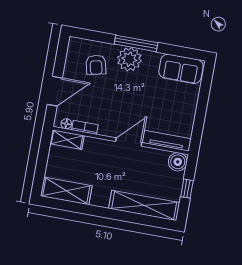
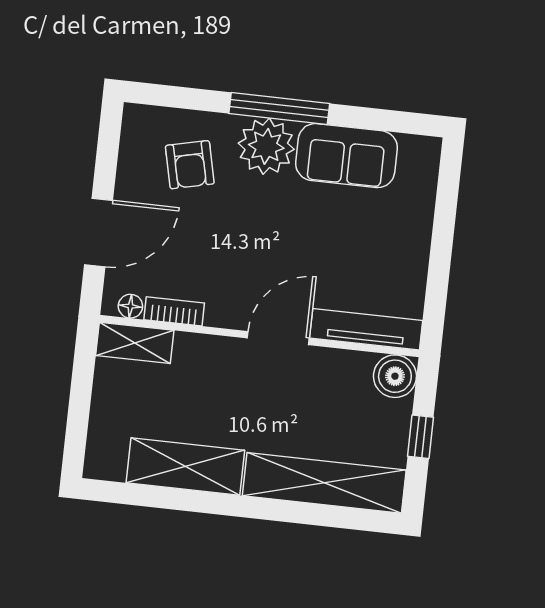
sofa: (181, 69) -> (346, 156), moved
shelving: (66, 191) -> (185, 467), moved

